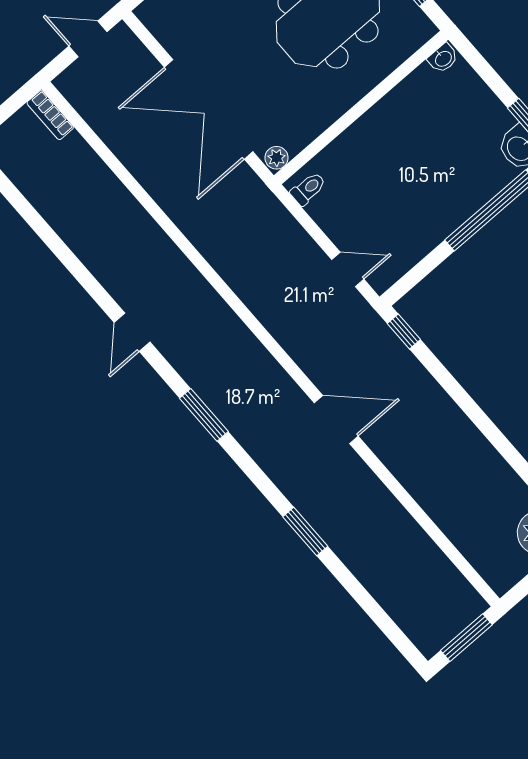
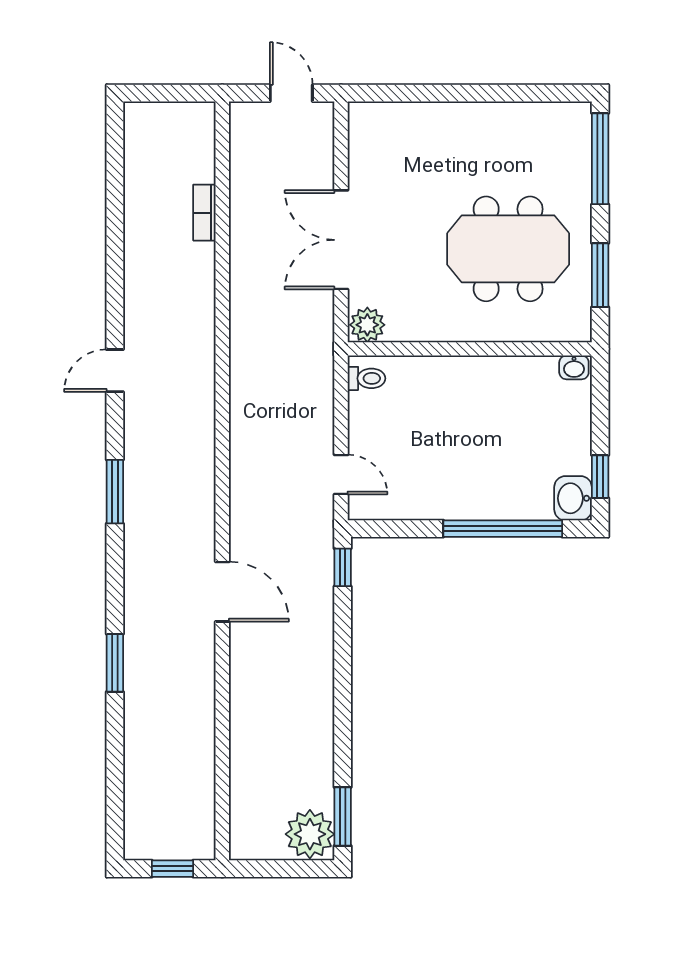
double door: (209, 109) -> (341, 240), width x0.73
bookcase: (50, 115) -> (204, 213), moved
plant: (277, 158) -> (367, 325), width x1.38, depth x1.38
window: (466, 638) -> (172, 869), width x0.67

